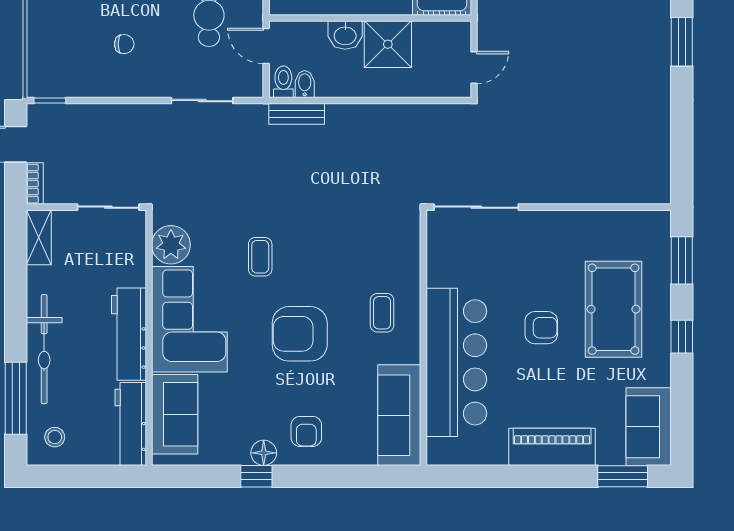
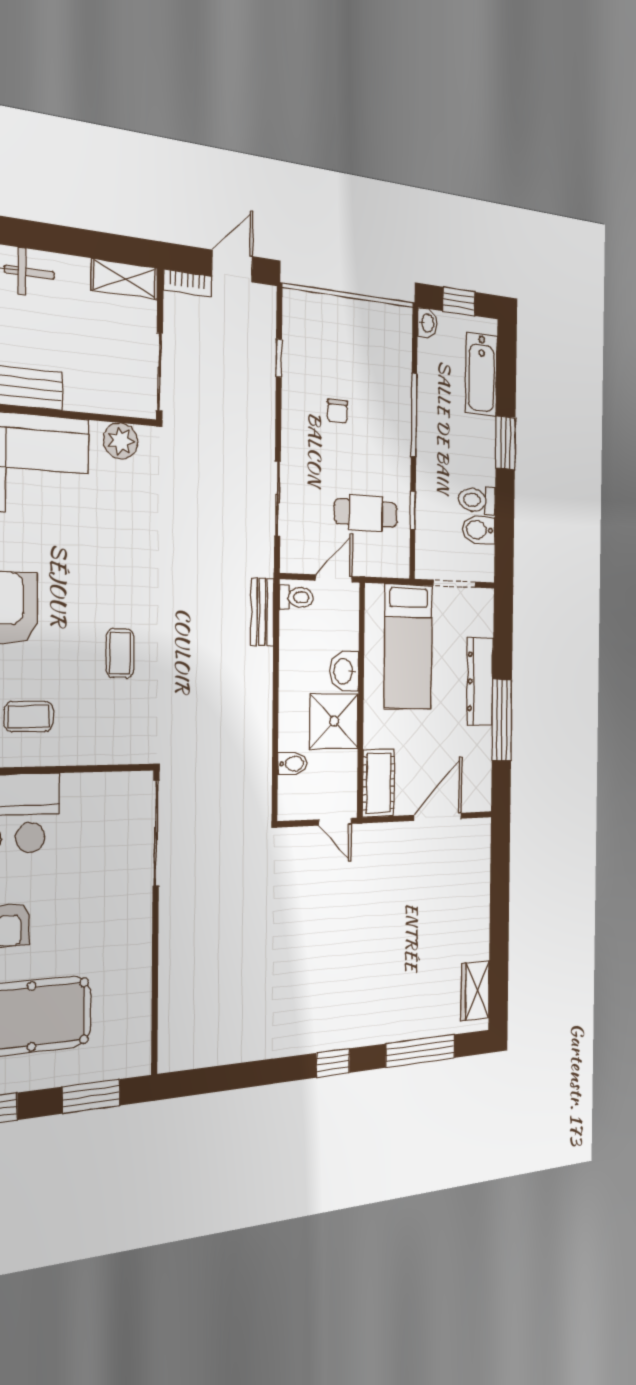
window: (682, 42) -> (333, 1063), width x0.67
door: (474, 68) -> (335, 822), moved
bidet: (305, 84) -> (292, 764), moved
window: (50, 101) -> (279, 358), moved
plant: (171, 245) -> (121, 441), width x0.73, depth x0.73
coffee table: (260, 257) -> (120, 653), moved, turned 90

